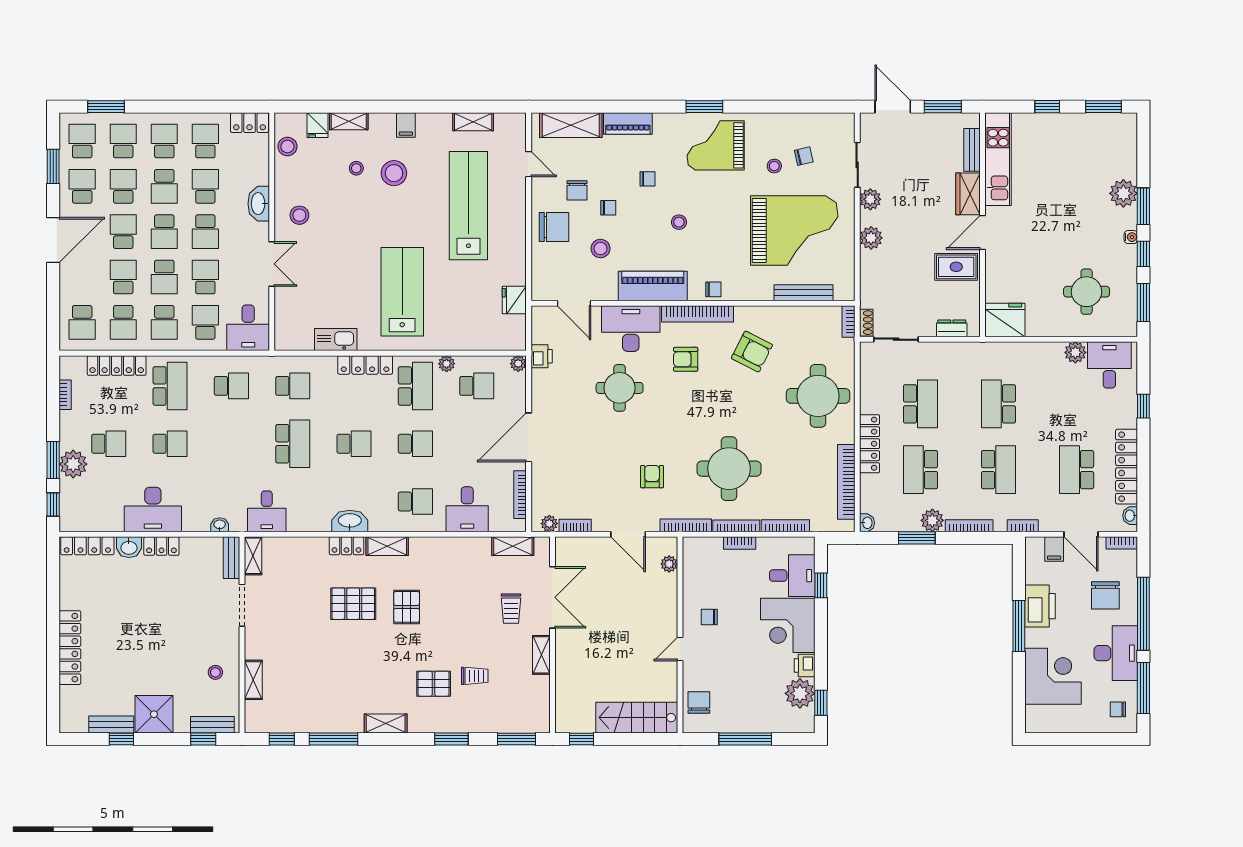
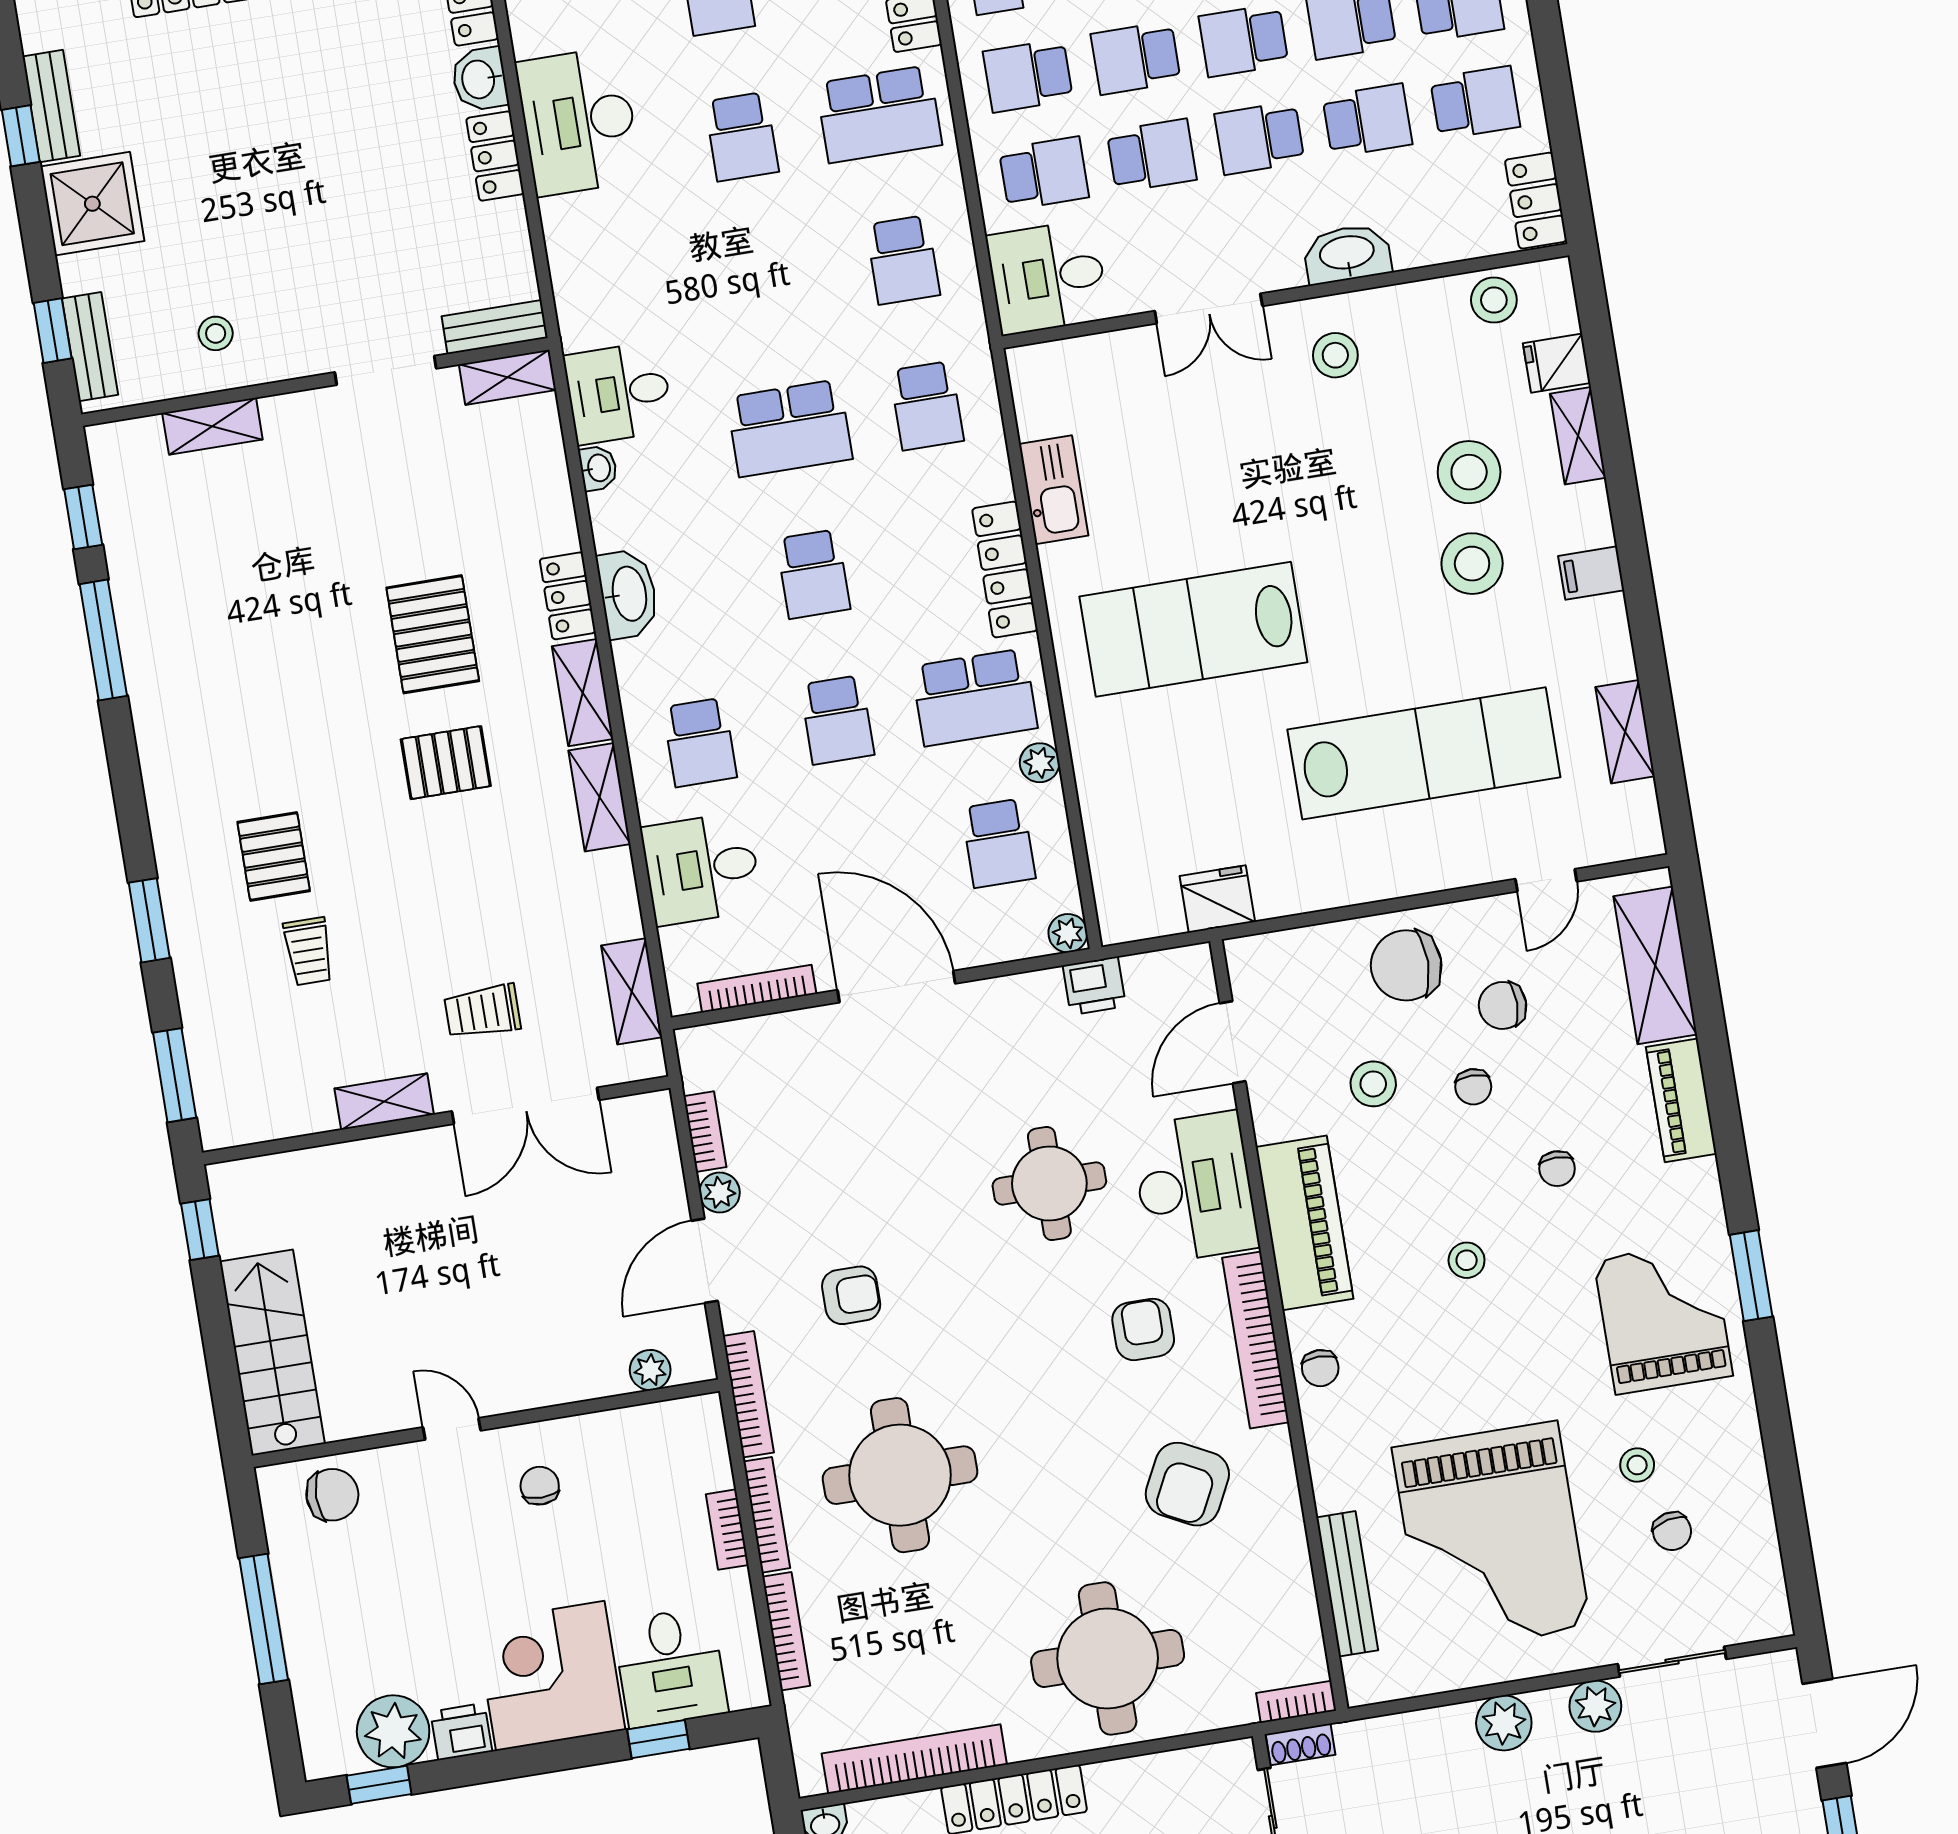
stool: (356, 168) -> (1469, 472), width x1.89, depth x1.89
chair: (554, 227) -> (1406, 965), turned 90
lab bench: (402, 292) -> (1193, 629), turned 180
plant: (549, 524) -> (720, 1192), moved
washbasin: (220, 525) -> (598, 468), moved
shelving: (386, 723) -> (599, 797), moved

